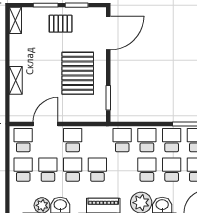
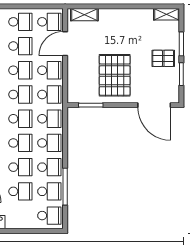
pallet: (61, 24) -> (163, 58), turned 90
pallet: (78, 73) -> (115, 75), turned 90
shelving: (16, 80) -> (84, 15), moved
door: (45, 124) -> (65, 44), swing flipped
school desk: (97, 140) -> (49, 94), added
school desk: (122, 170) -> (20, 119), added

